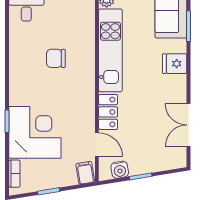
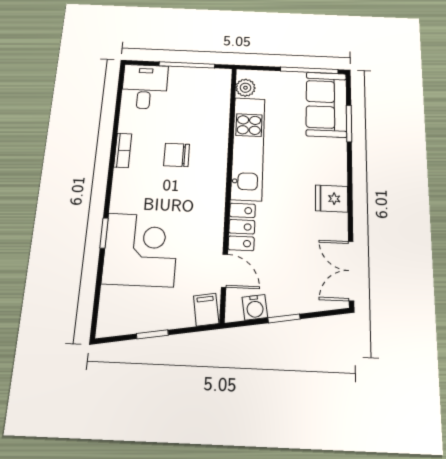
fridge: (175, 64) -> (332, 199), moved
double door: (189, 125) -> (351, 271), moved
bookcase: (14, 174) -> (123, 150), moved

